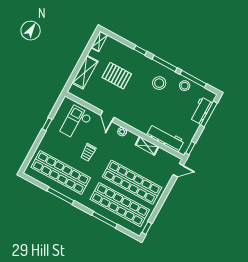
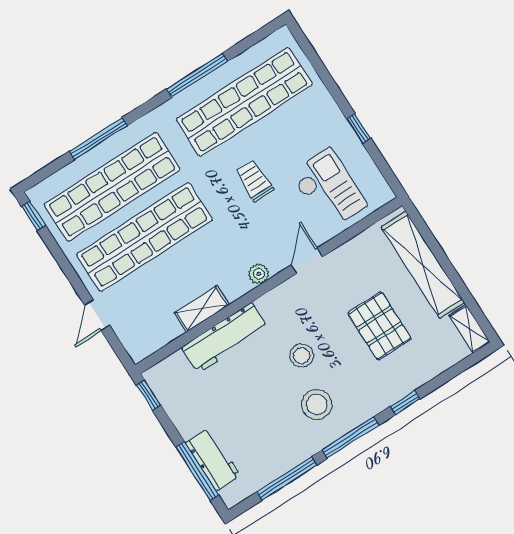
shelving: (85, 72) -> (423, 265), width x1.47
pallet: (117, 76) -> (380, 326), turned 90
stool: (185, 86) -> (302, 356), moved
door: (107, 116) -> (307, 261), hinge flipped
workbench: (165, 138) -> (225, 338), moved
door: (178, 170) -> (97, 315), moved

